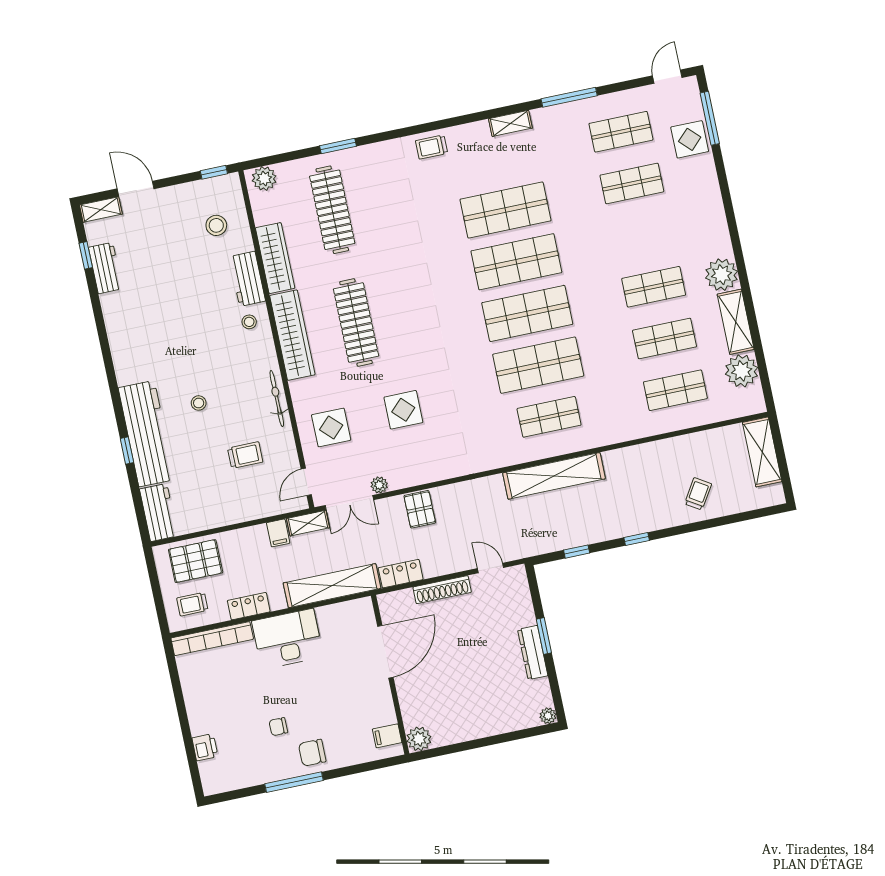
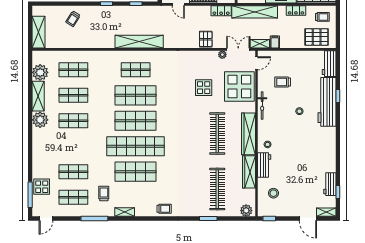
trolley: (561, 152) -> (104, 194), added
shop shelf: (516, 262) -> (136, 146), width x1.40
display table: (331, 427) -> (239, 87), width x1.86, depth x1.86

